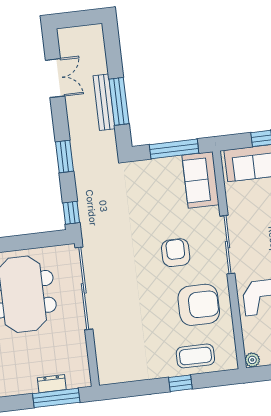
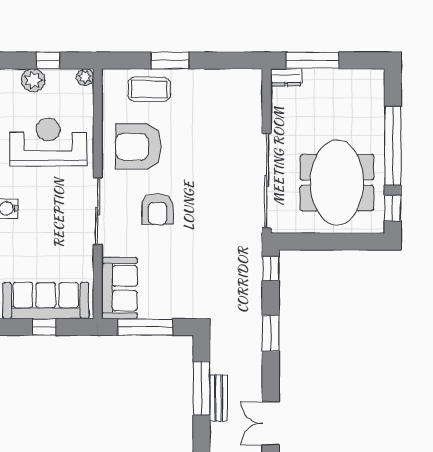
bench: (104, 102) -> (218, 398), width x0.73
window: (180, 383) -> (170, 60), width x1.50
dresser: (52, 384) -> (286, 77), moved

